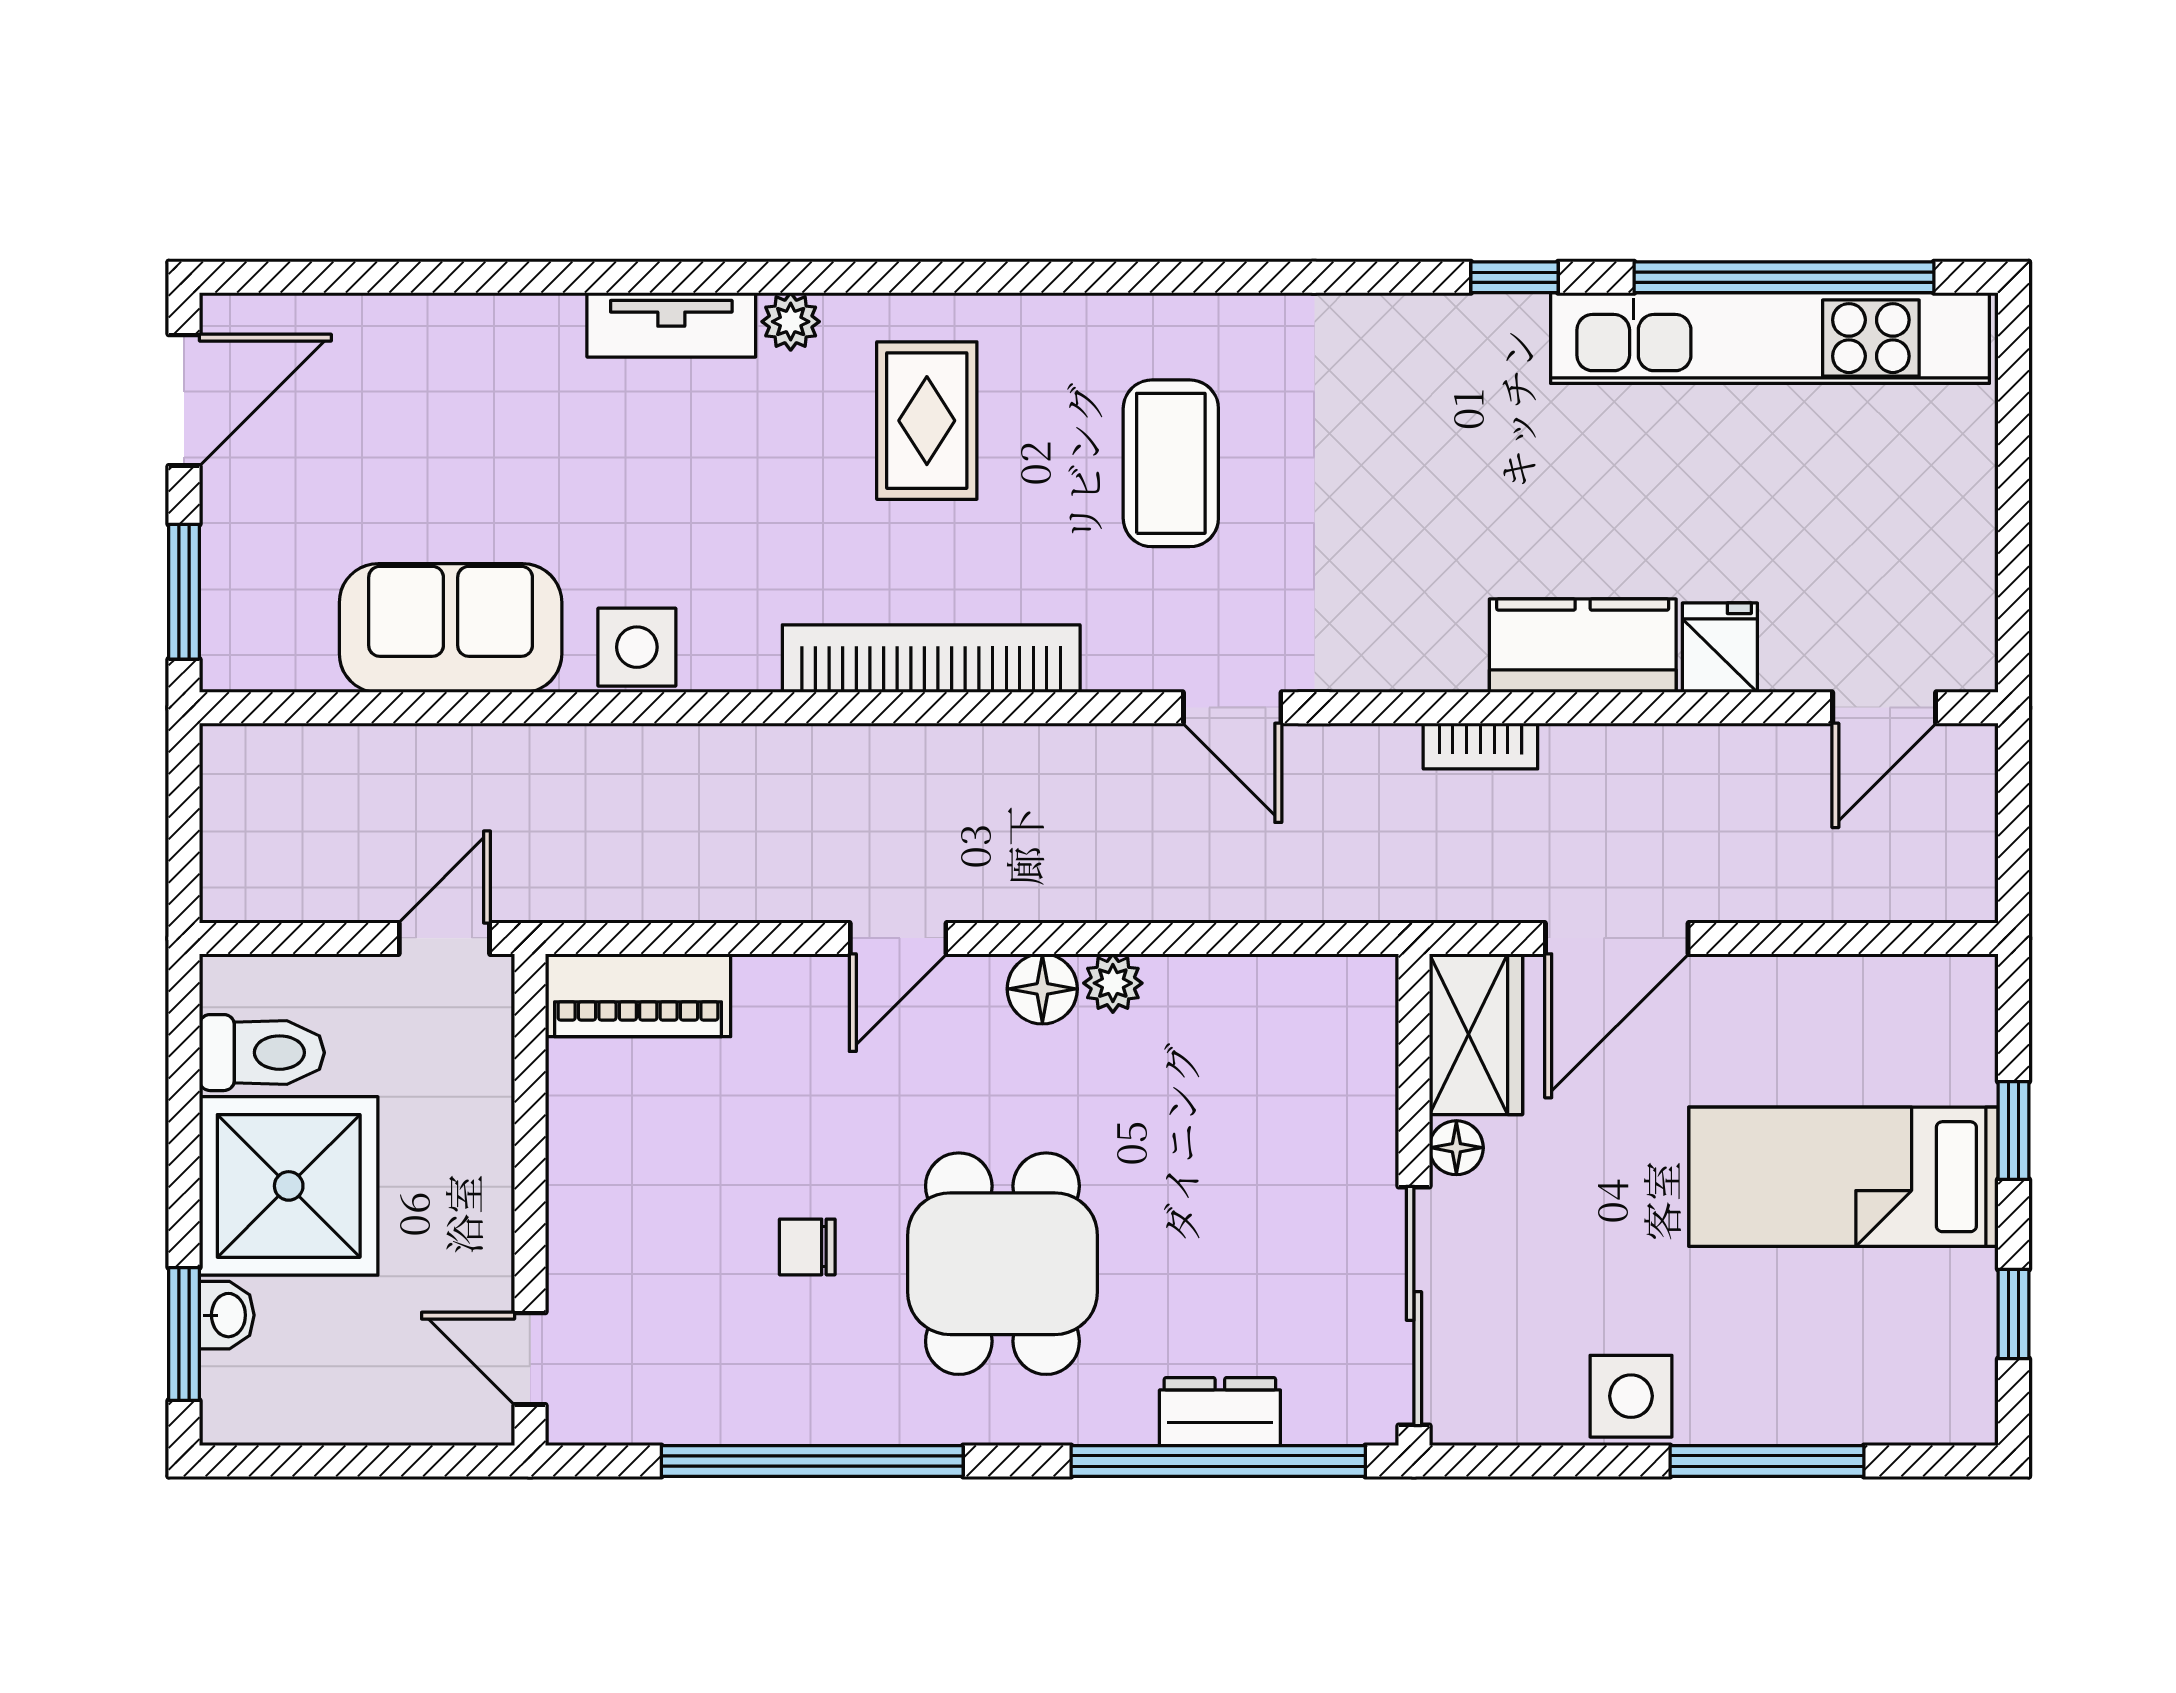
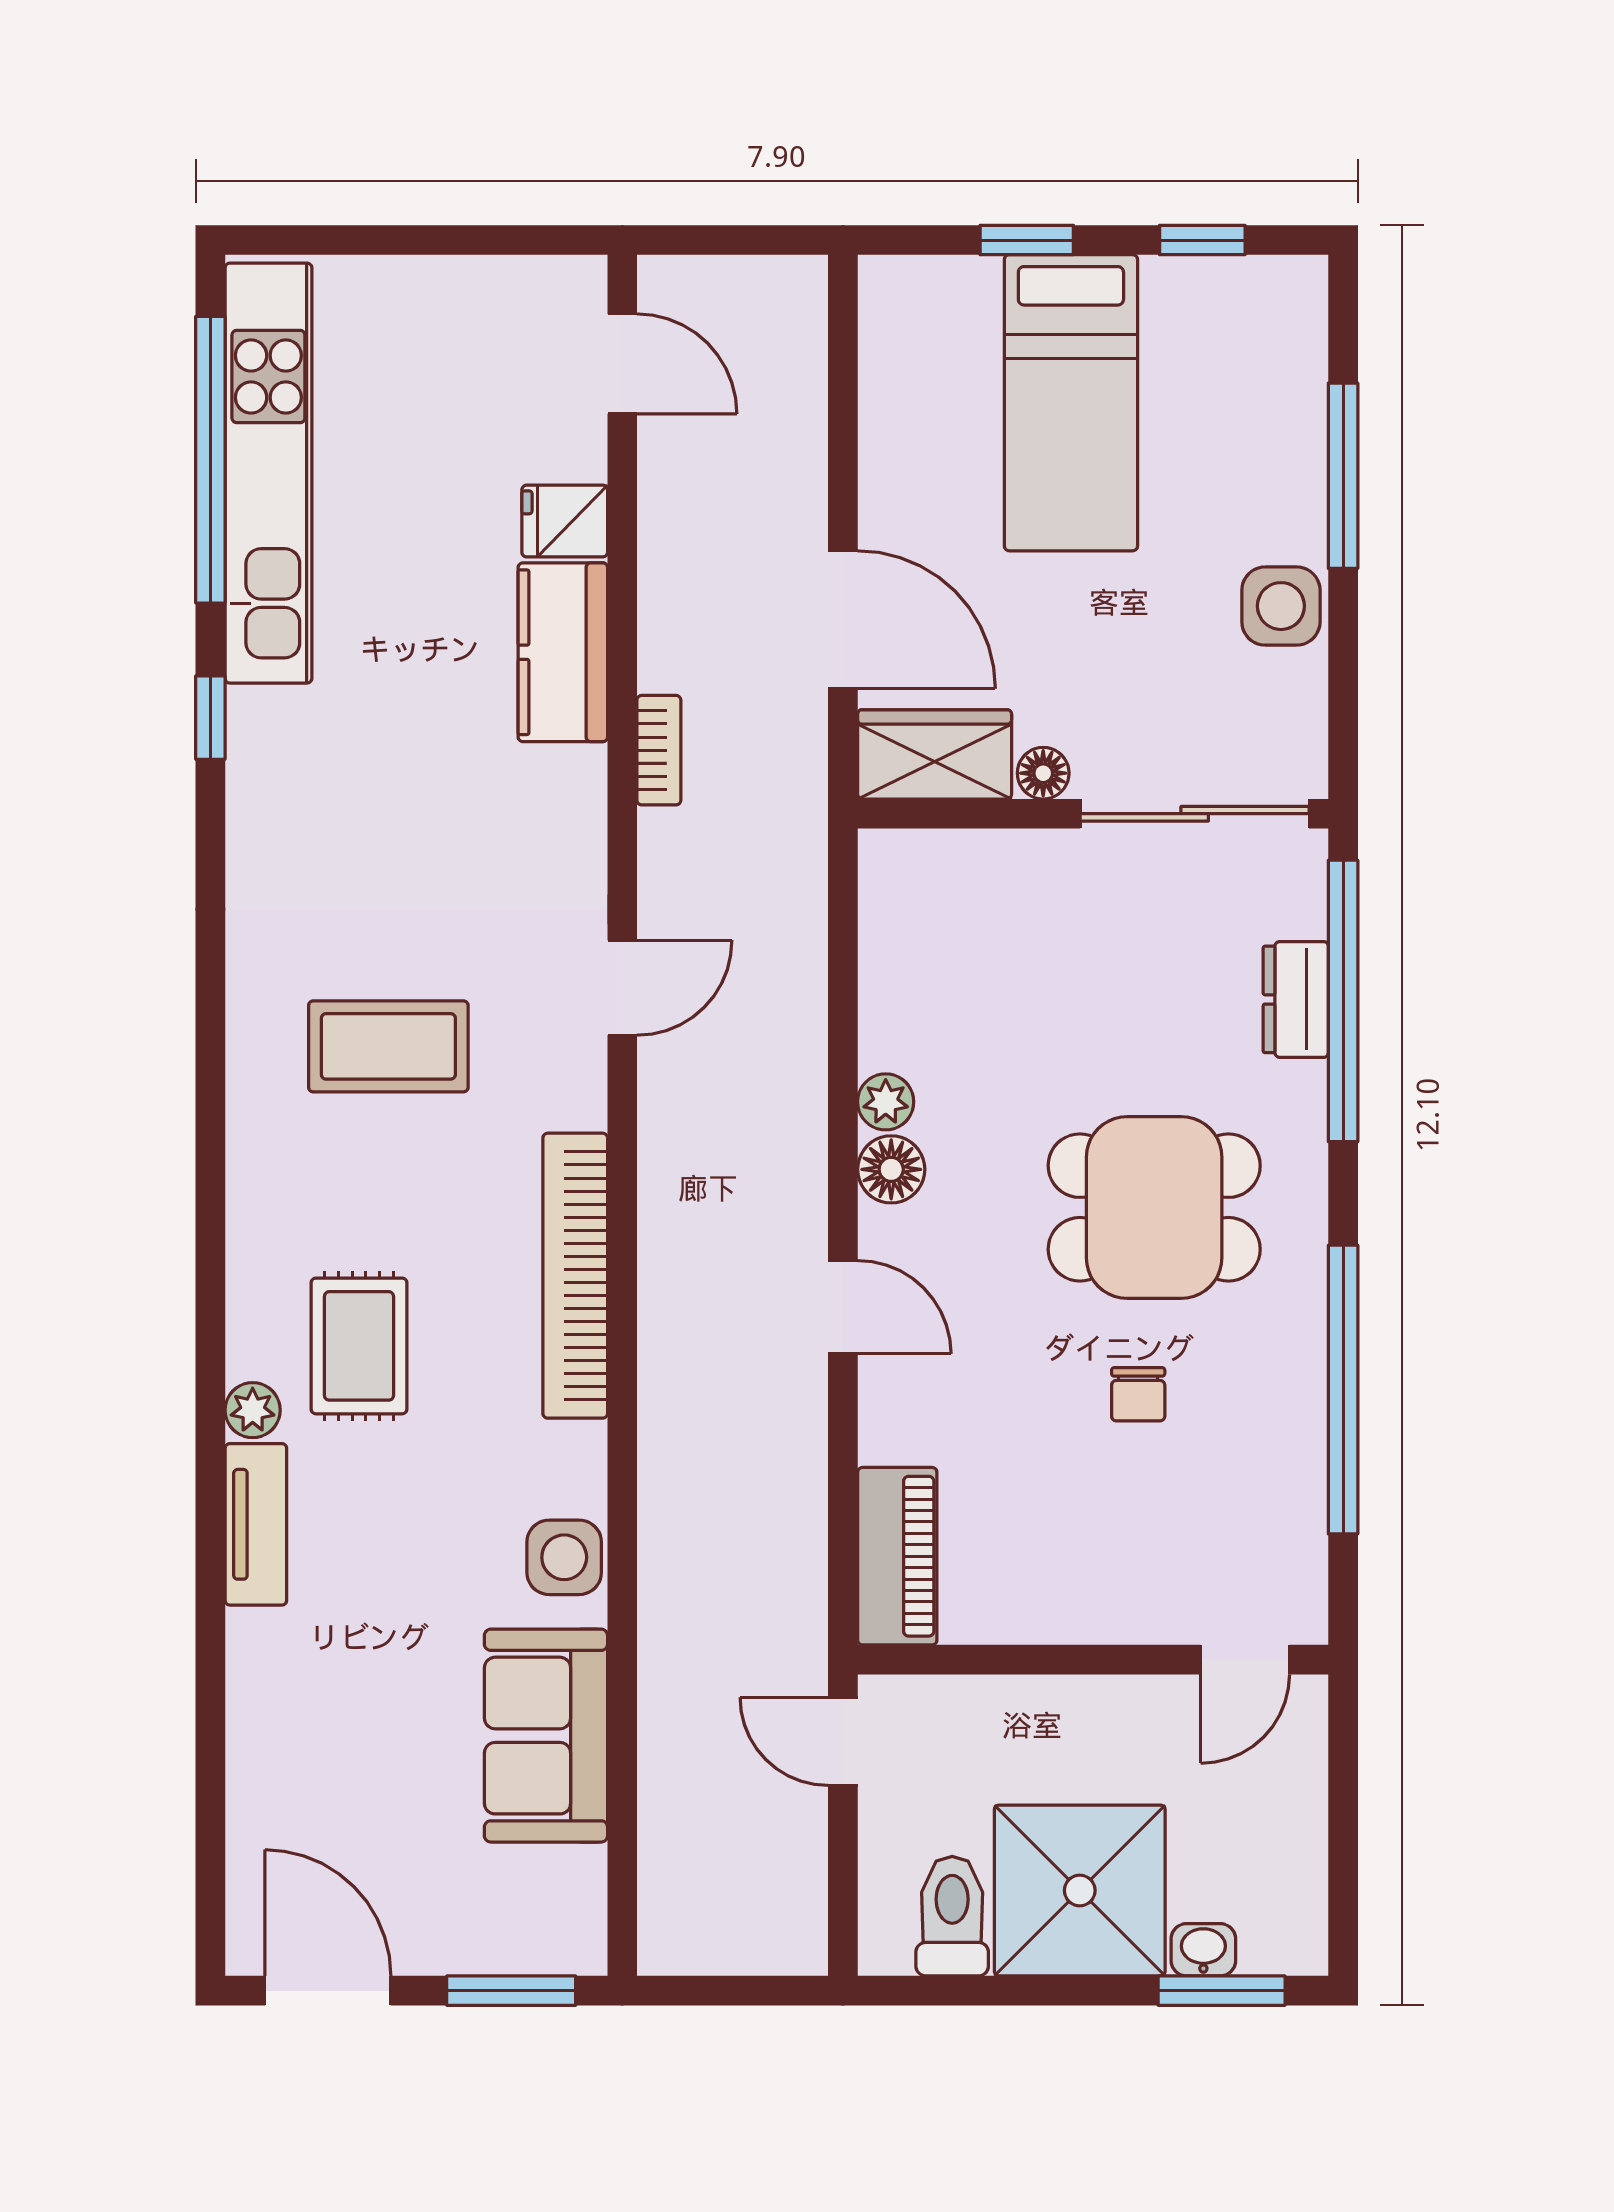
rug: (927, 421) -> (359, 1346), moved, turned 90

